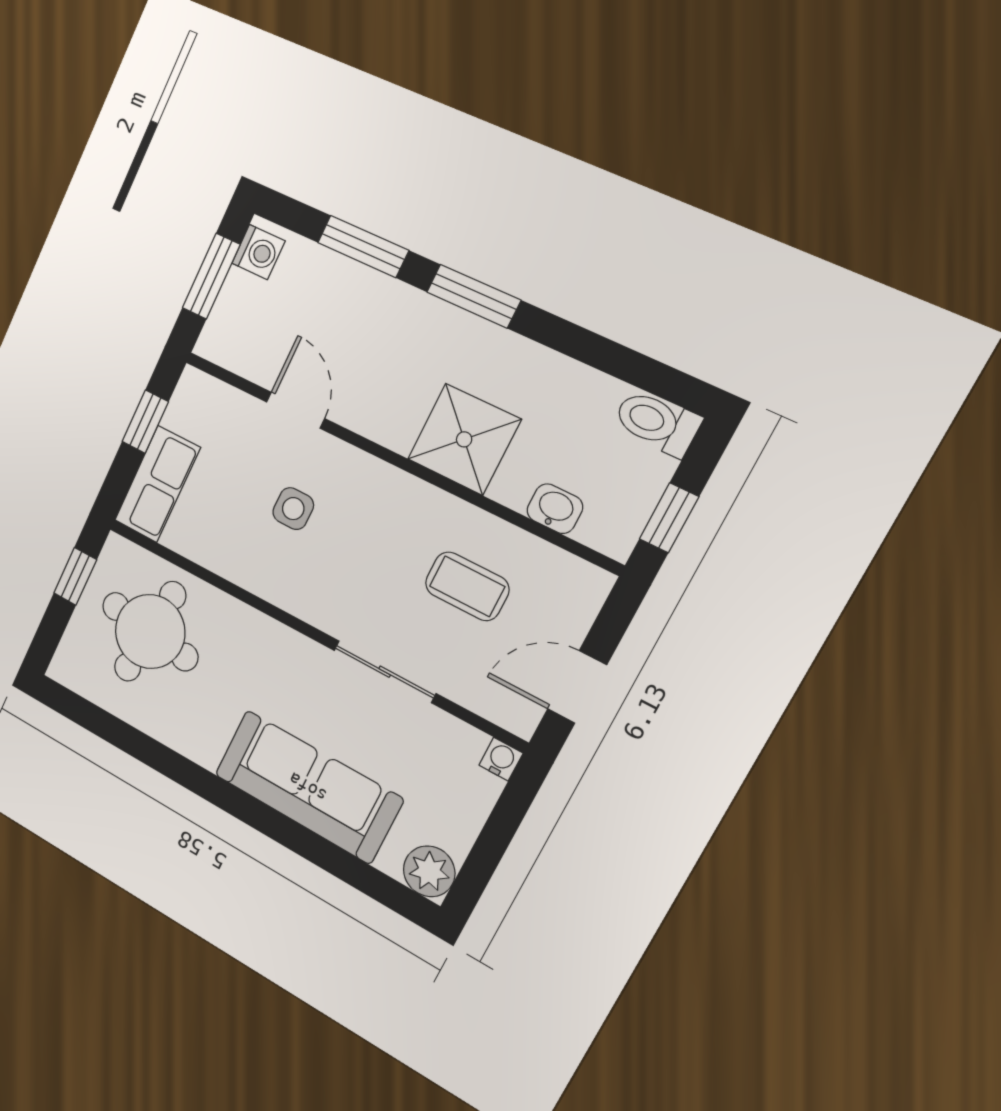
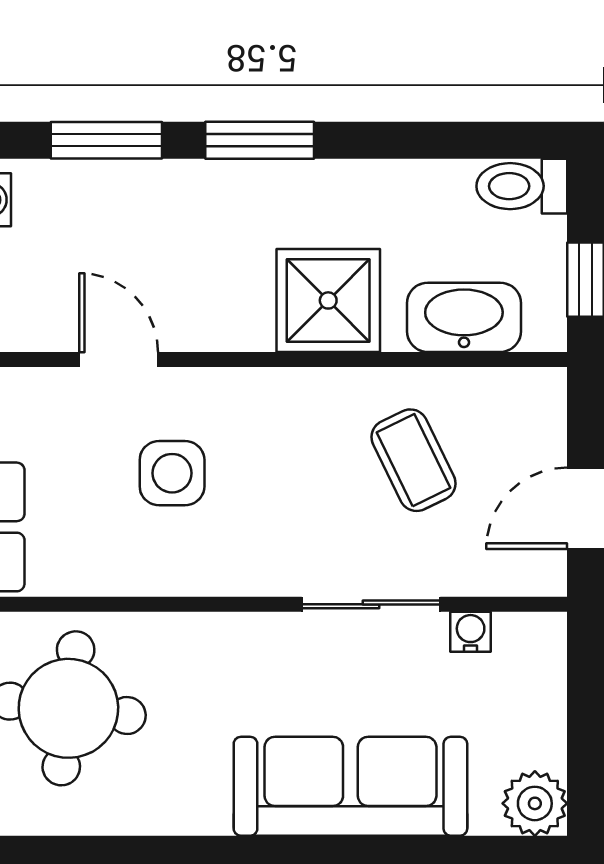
side table: (293, 509) -> (172, 473), width x1.37, depth x1.37
washbasin: (555, 509) -> (464, 317), width x1.91, depth x1.45
coffee table: (467, 586) -> (414, 460), turned 64
water cooler: (501, 759) -> (471, 632), moved

